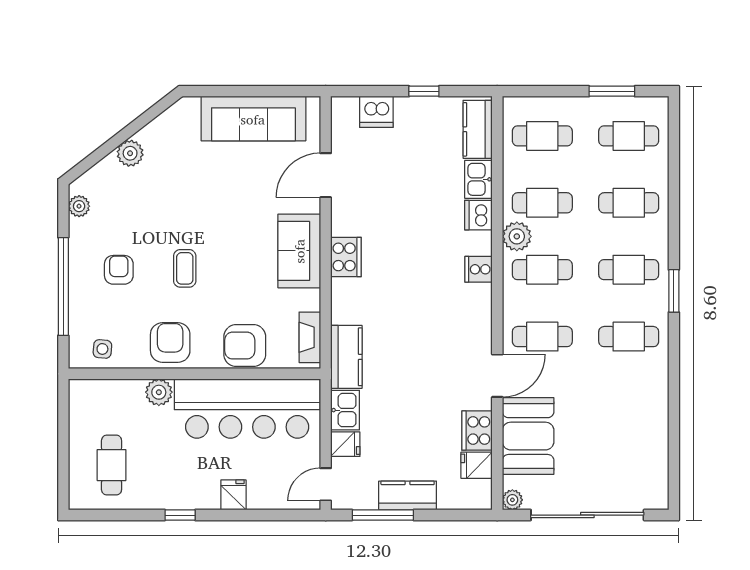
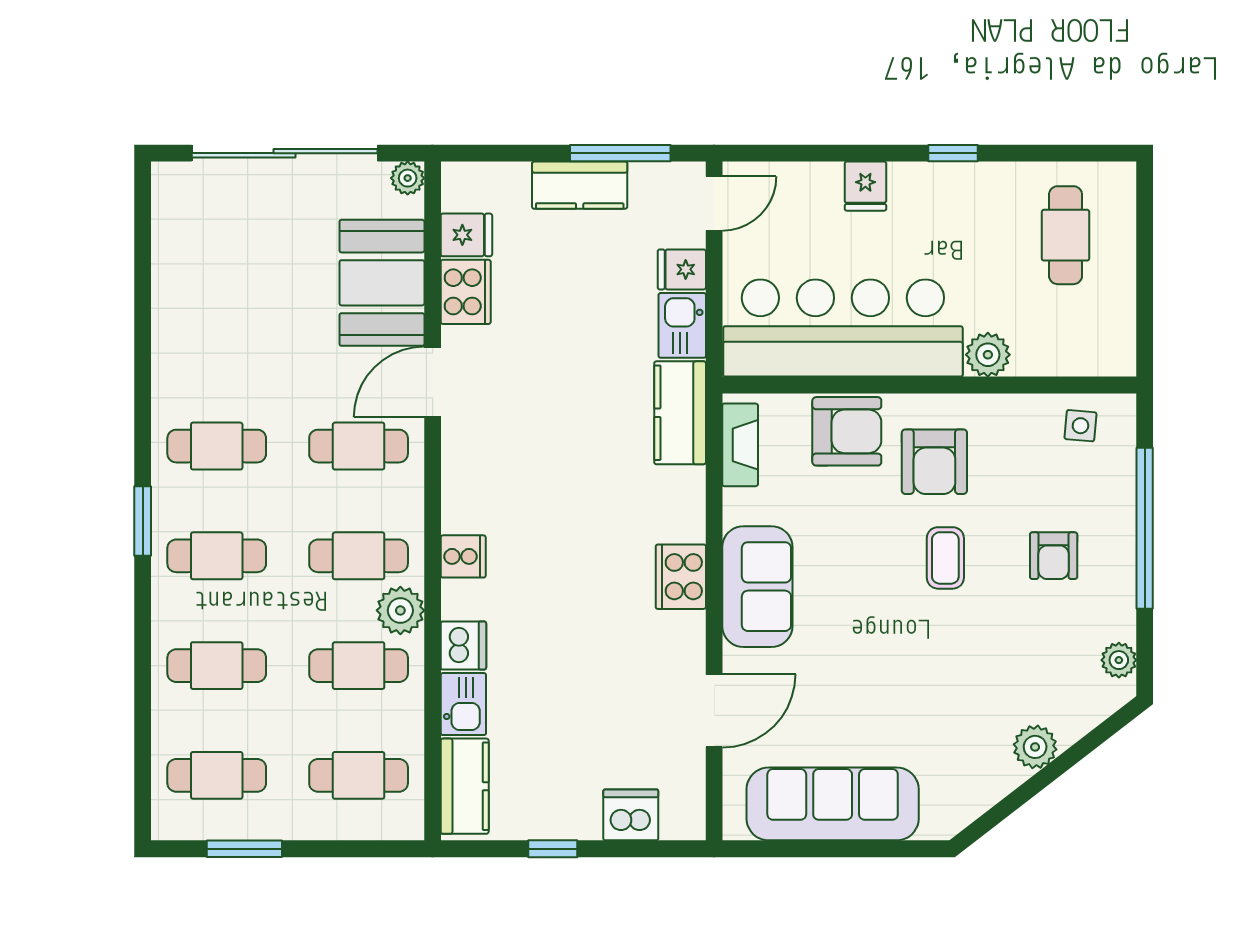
armchair: (170, 343) -> (934, 462), moved

